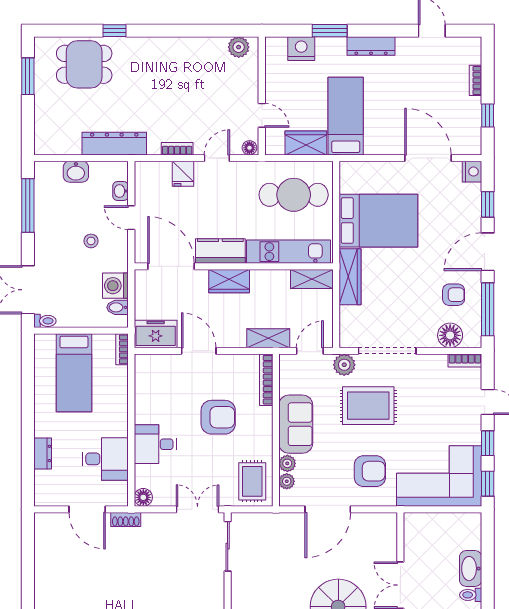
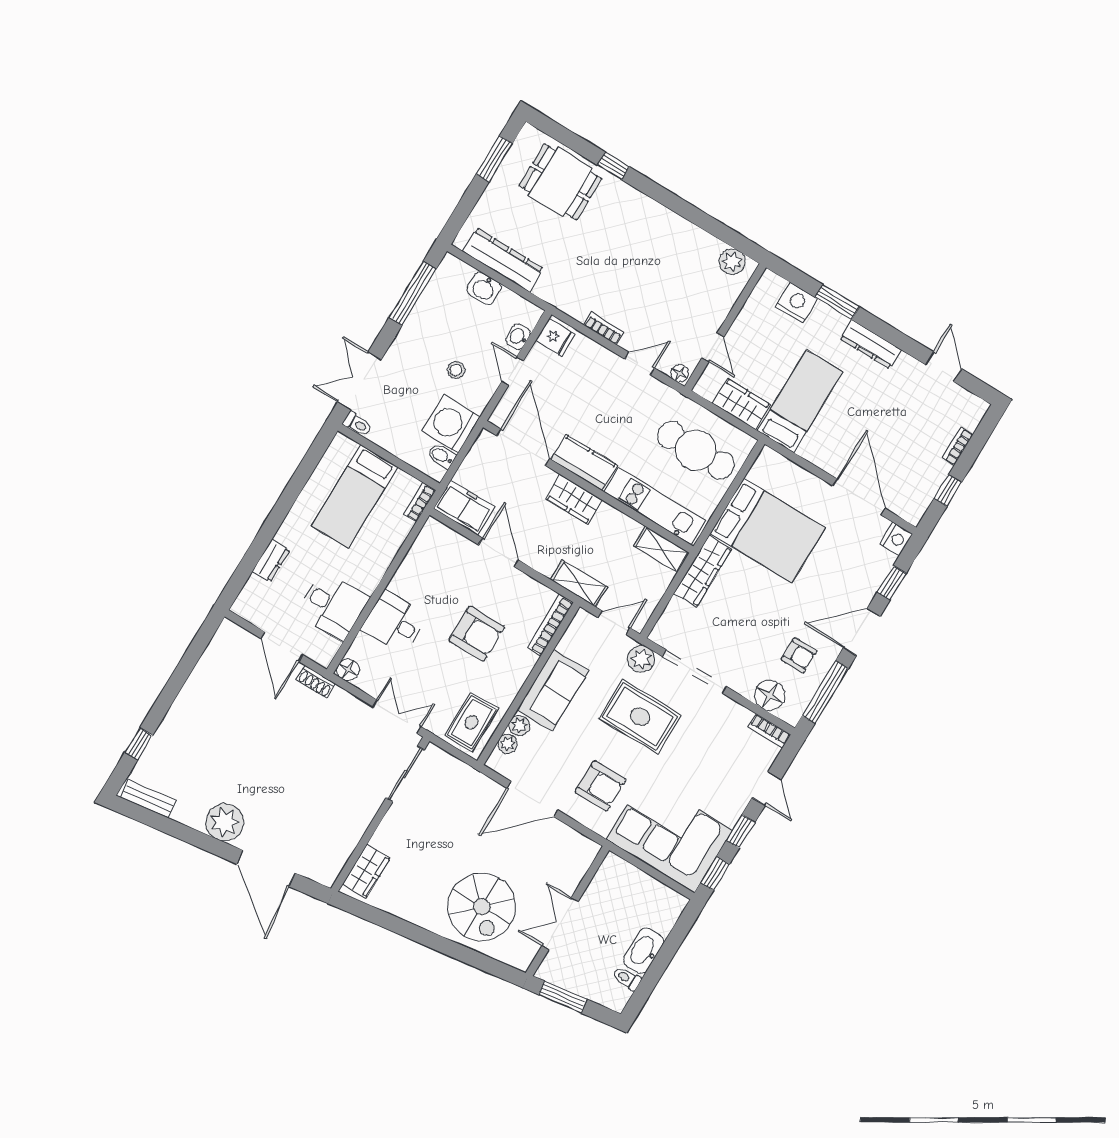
dresser: (114, 144) -> (503, 260), moved
fridge: (183, 174) -> (555, 338), moved, turned -90
washing machine: (115, 286) -> (451, 424), width x1.37, depth x1.37

